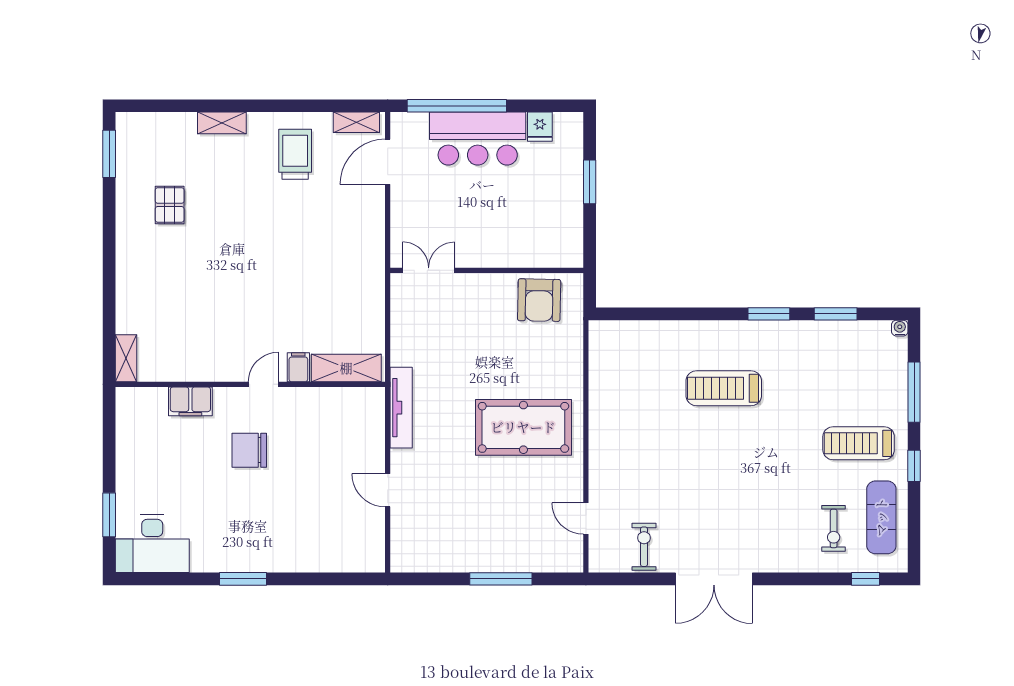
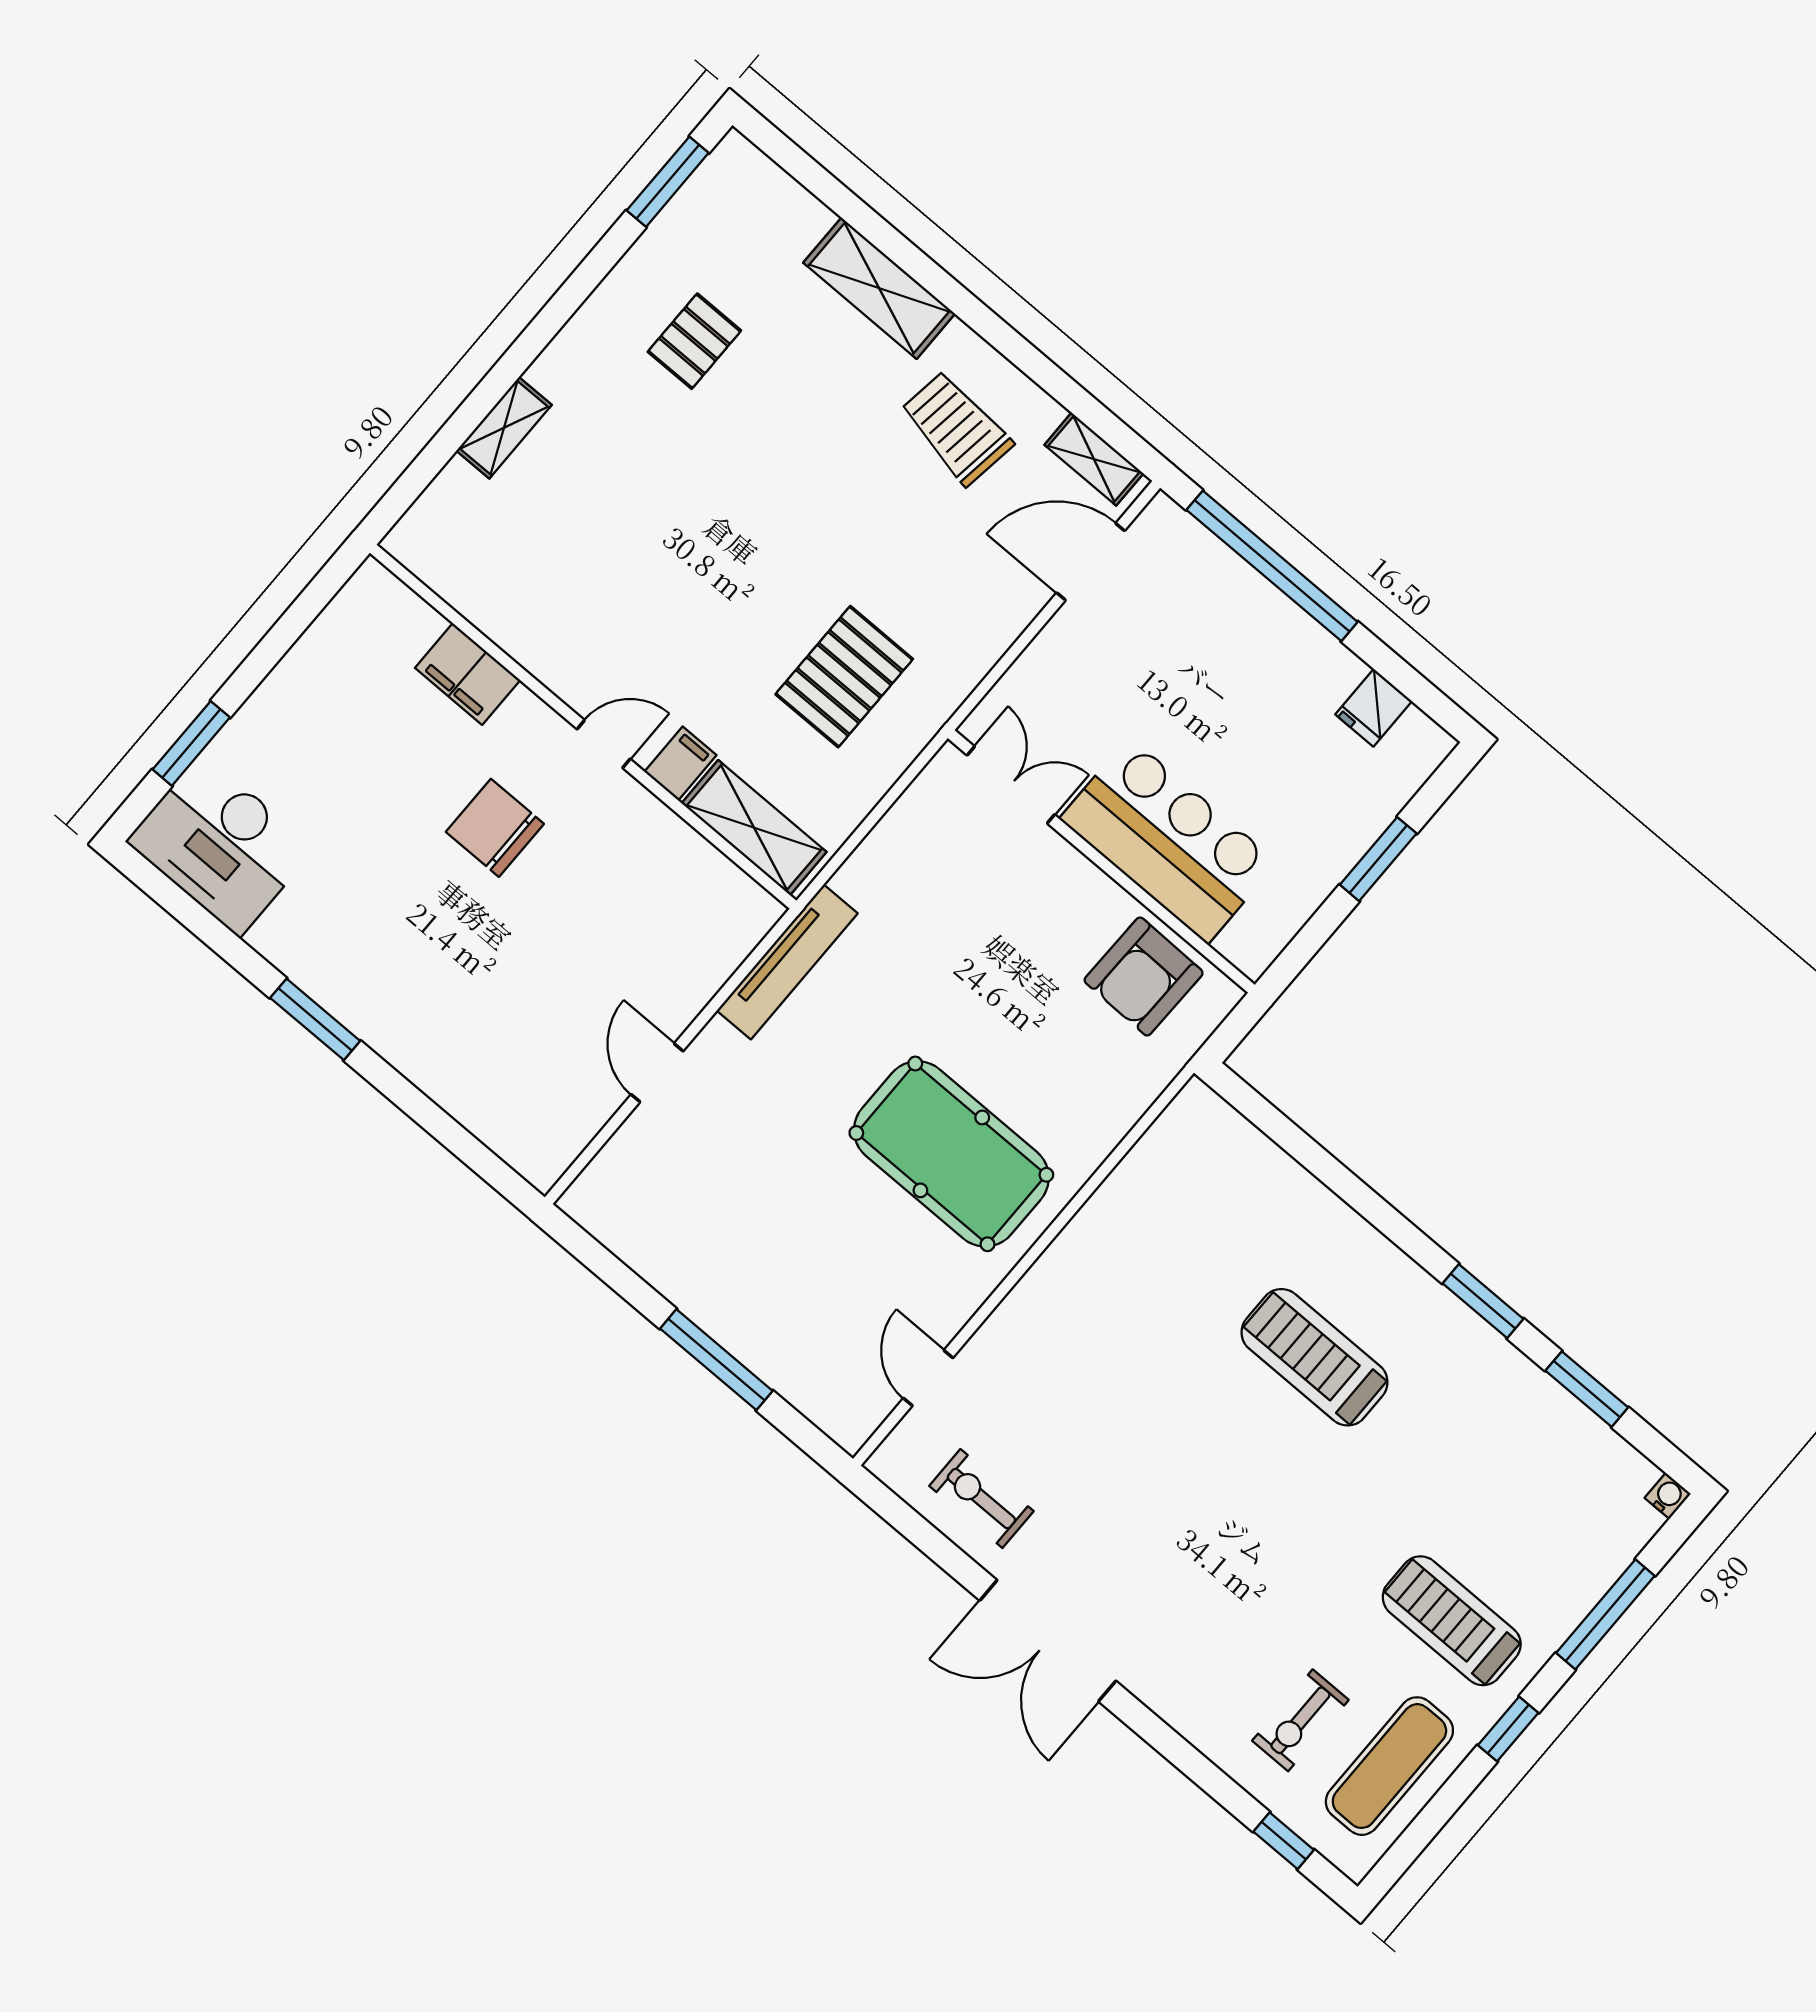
shelving: (222, 123) -> (879, 288), width x1.50, depth x1.33
bar counter: (478, 139) -> (1168, 840), moved, turned 180
trolley: (295, 154) -> (956, 428), turned -82
pallet: (332, 283) -> (844, 677), added
shelving: (126, 358) -> (504, 428), moved
exercise bike: (644, 547) -> (981, 1499), turned -90

